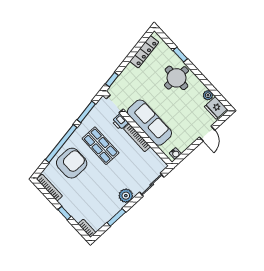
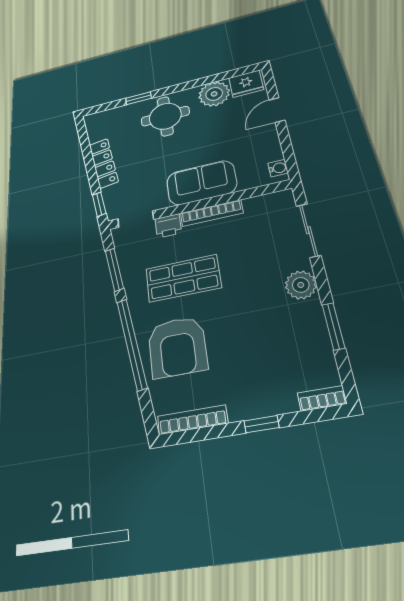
locker: (144, 52) -> (104, 163), moved
plant: (208, 95) -> (214, 94), width x1.87, depth x1.87
sofa: (149, 123) -> (201, 183), width x0.73
door: (207, 134) -> (277, 110), swing flipped
armchair: (72, 163) -> (177, 347), turned 180

